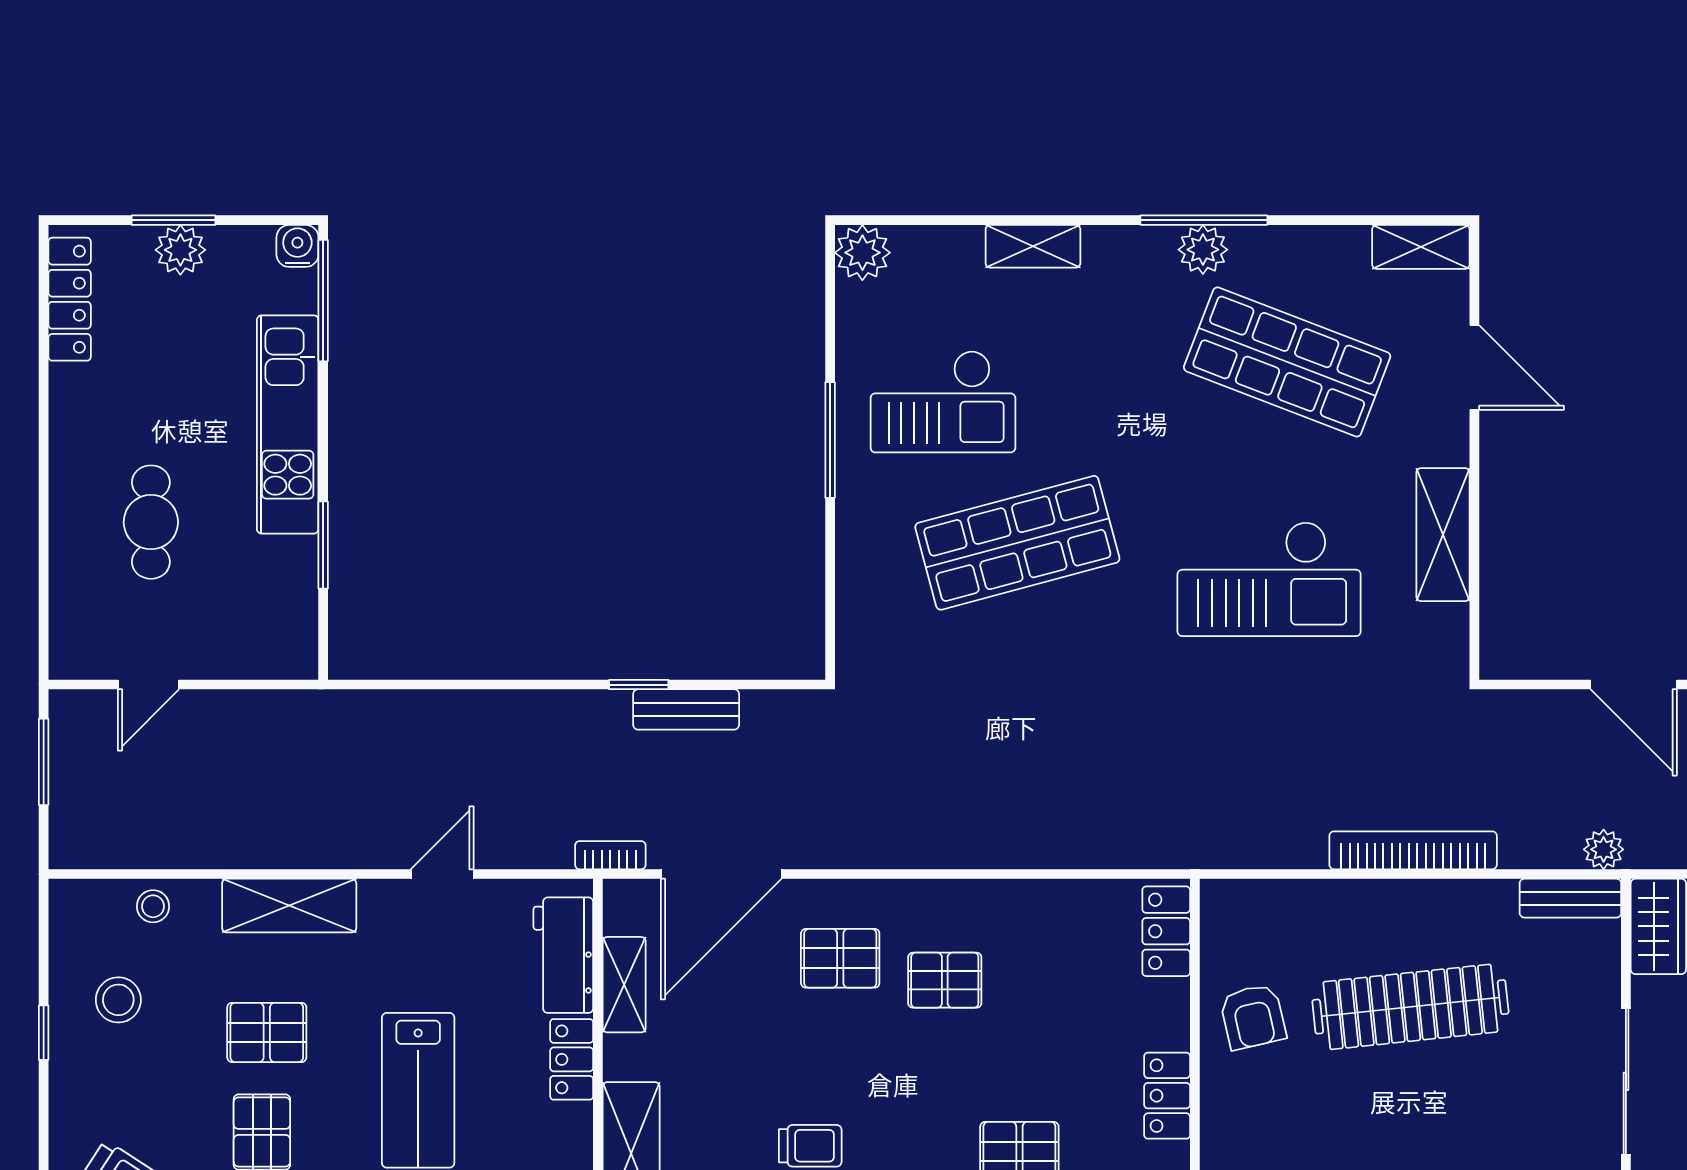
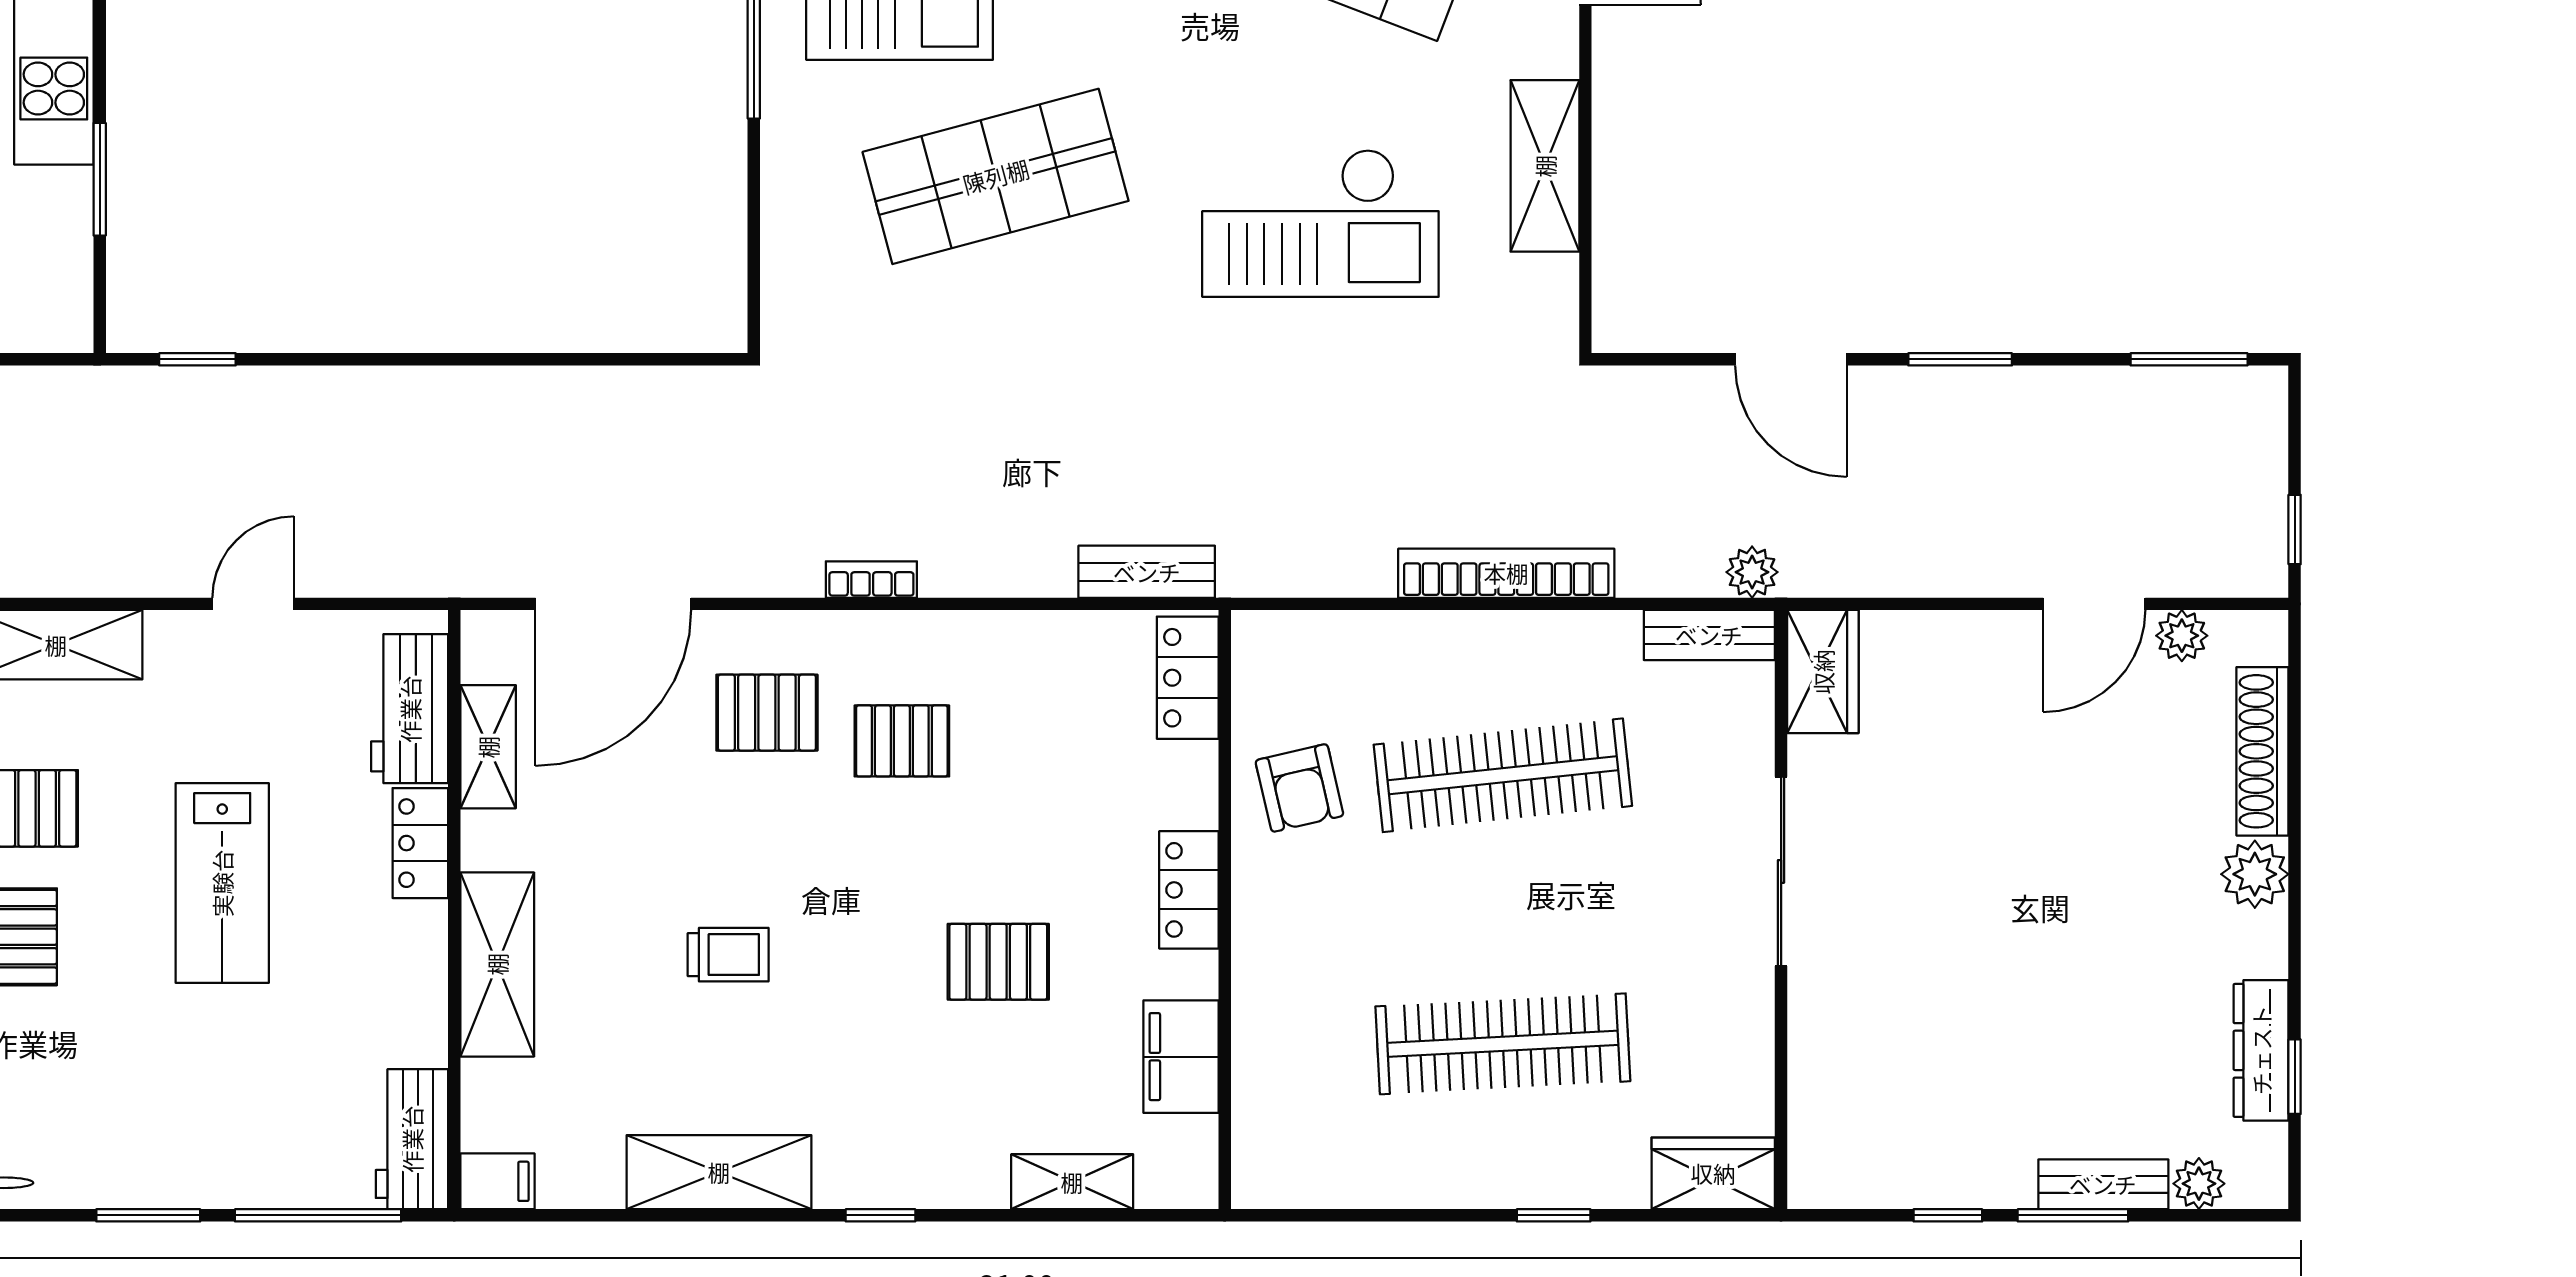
window: (639, 685) -> (197, 359), moved
bench: (686, 709) -> (1147, 572), moved
bookcase: (610, 855) -> (871, 580), moved

